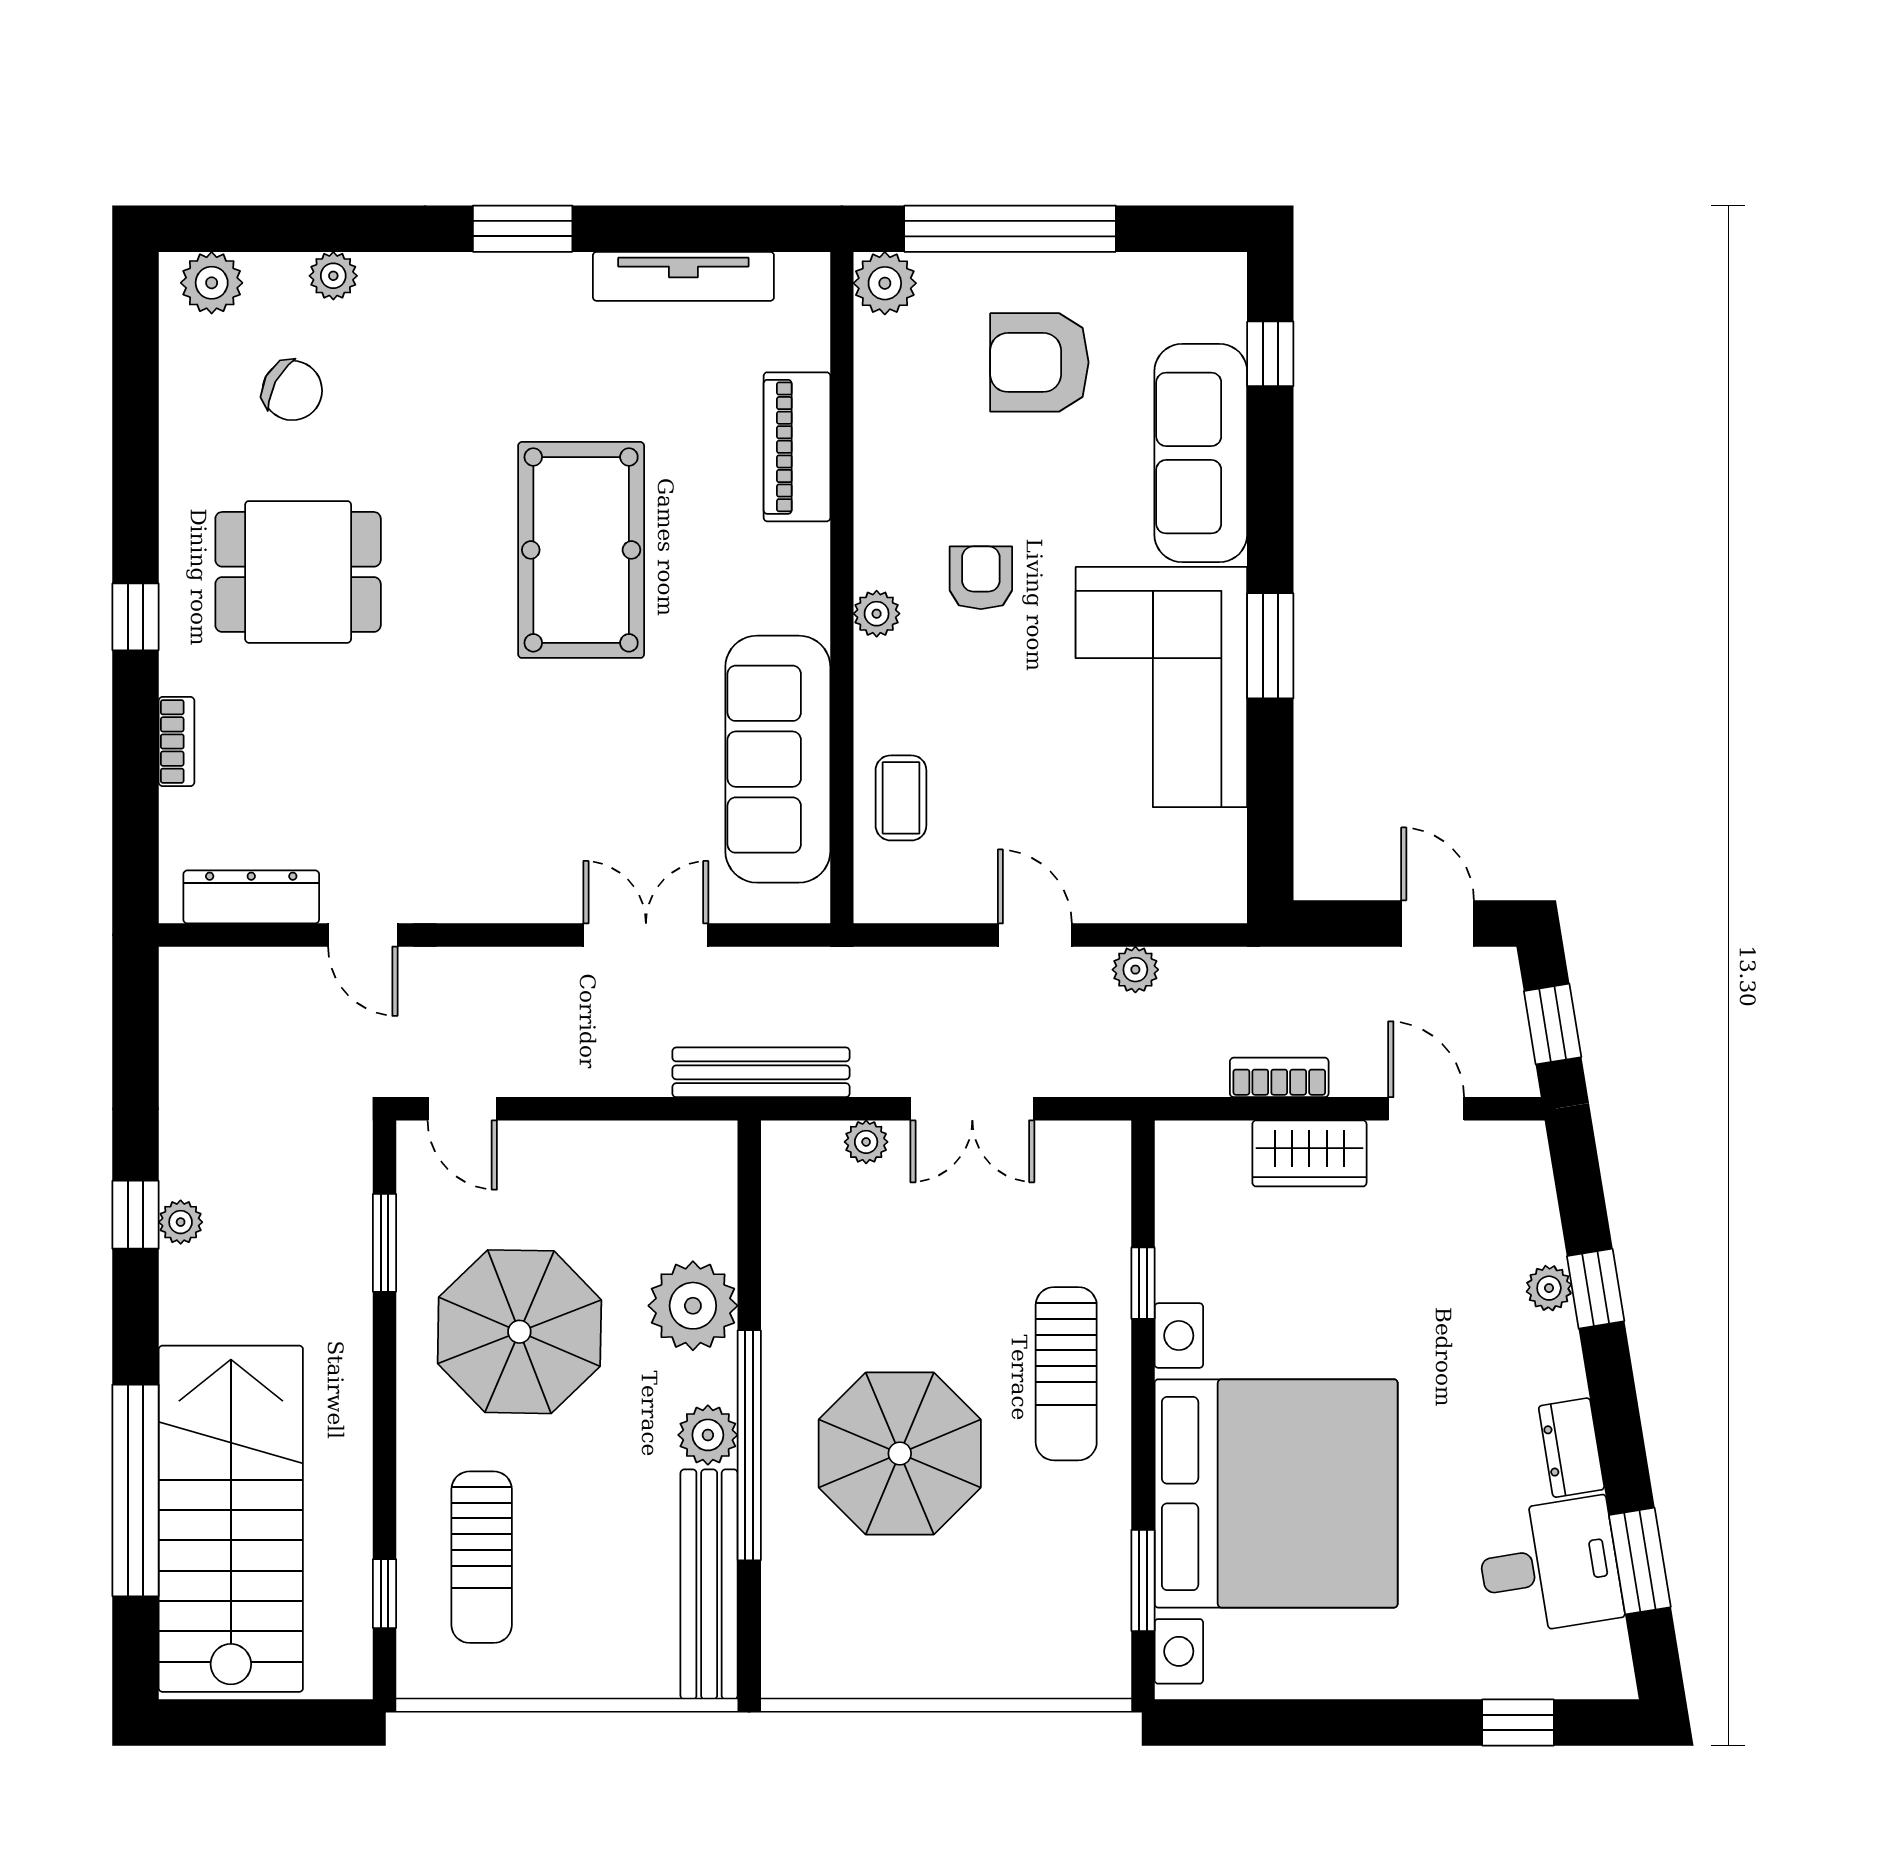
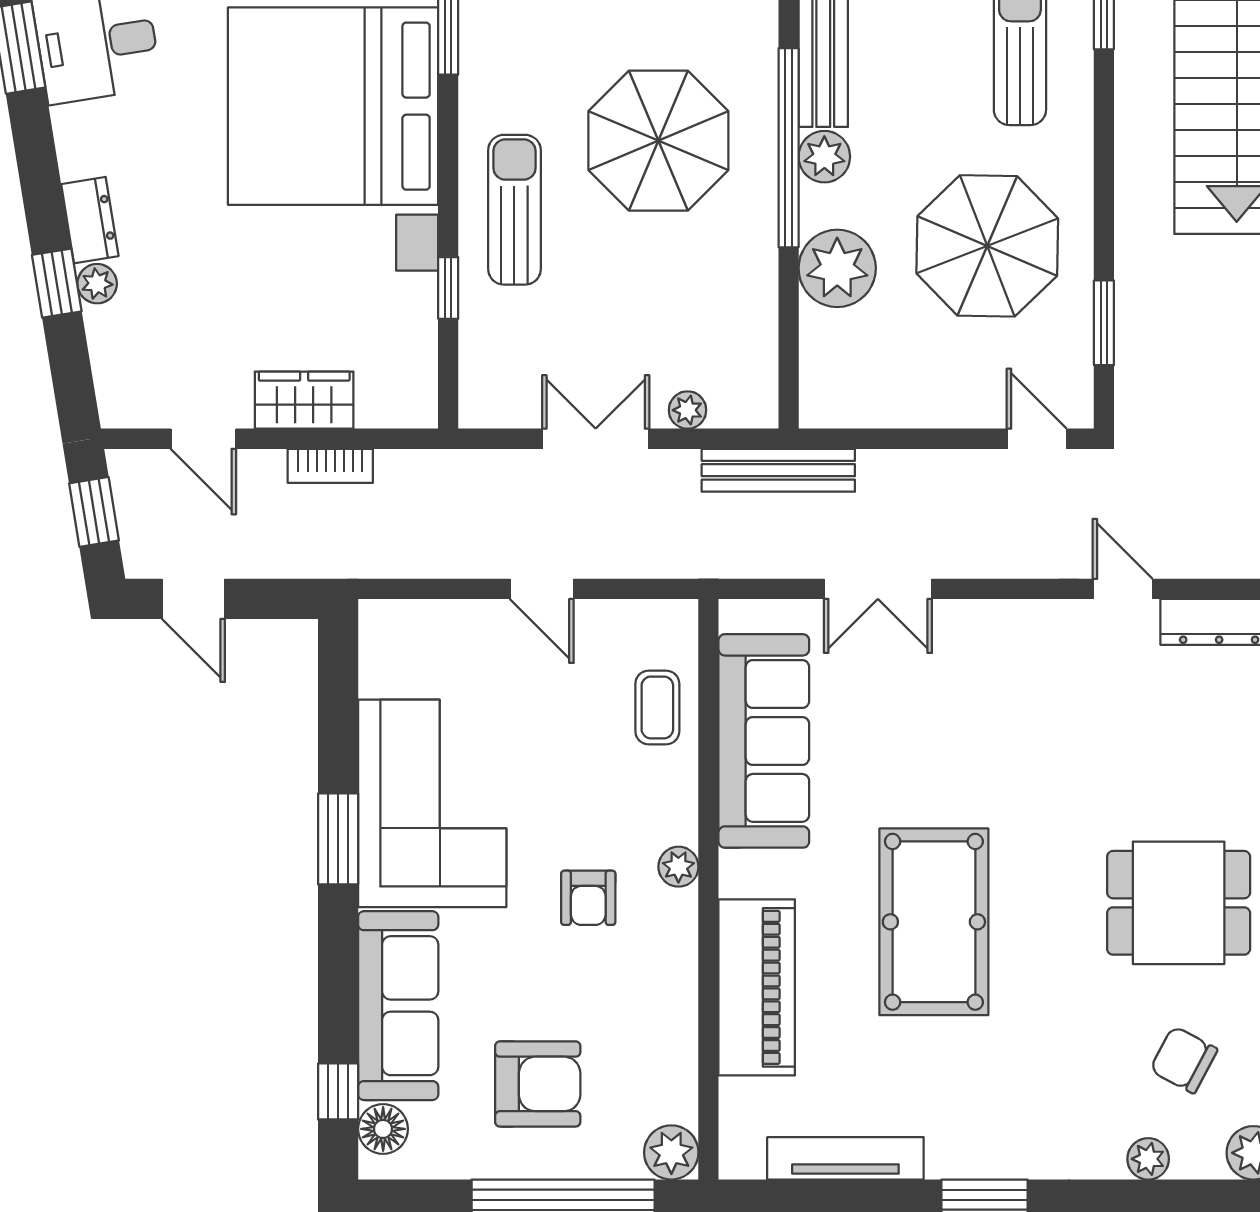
floor lamp: (1218, 310) -> (383, 1129), added
piano: (797, 447) -> (757, 987), width x1.37, depth x1.33
plant: (1135, 970) -> (455, 559), removed
dresser: (1571, 1448) -> (90, 220), moved

